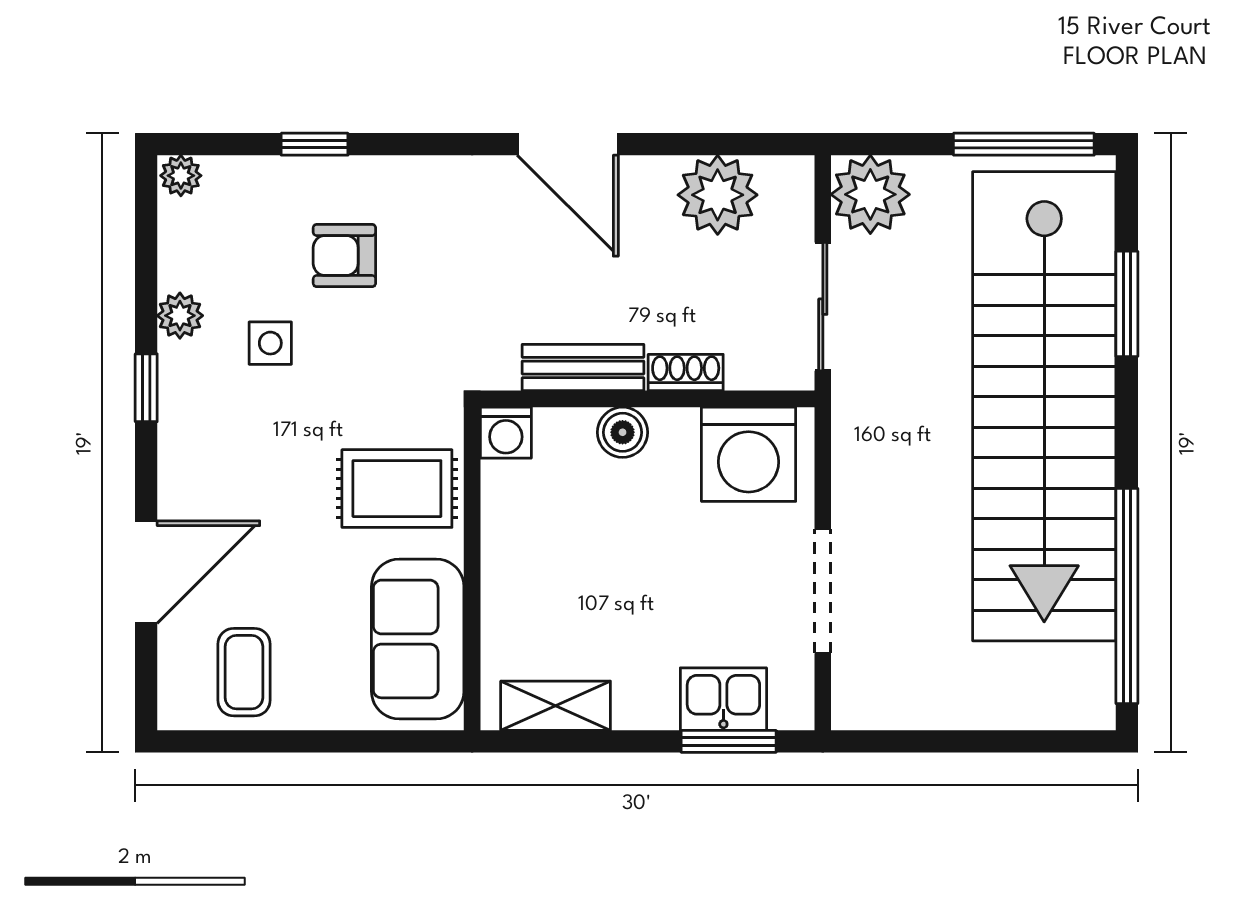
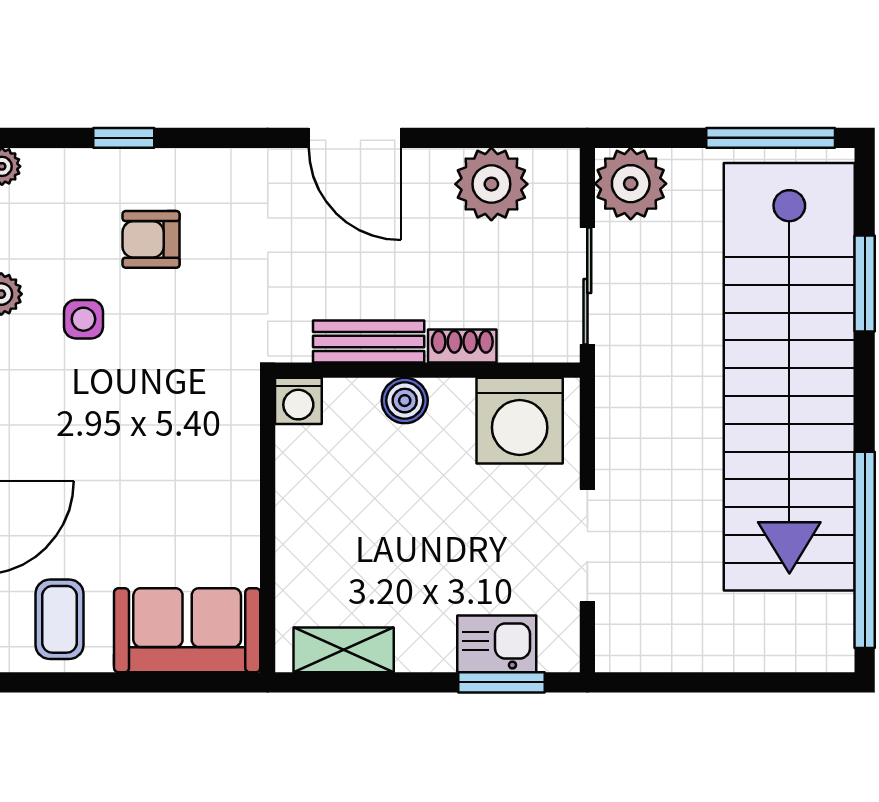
rug: (397, 489) -> (199, 452), removed
sofa: (418, 639) -> (187, 630), moved, turned 90

